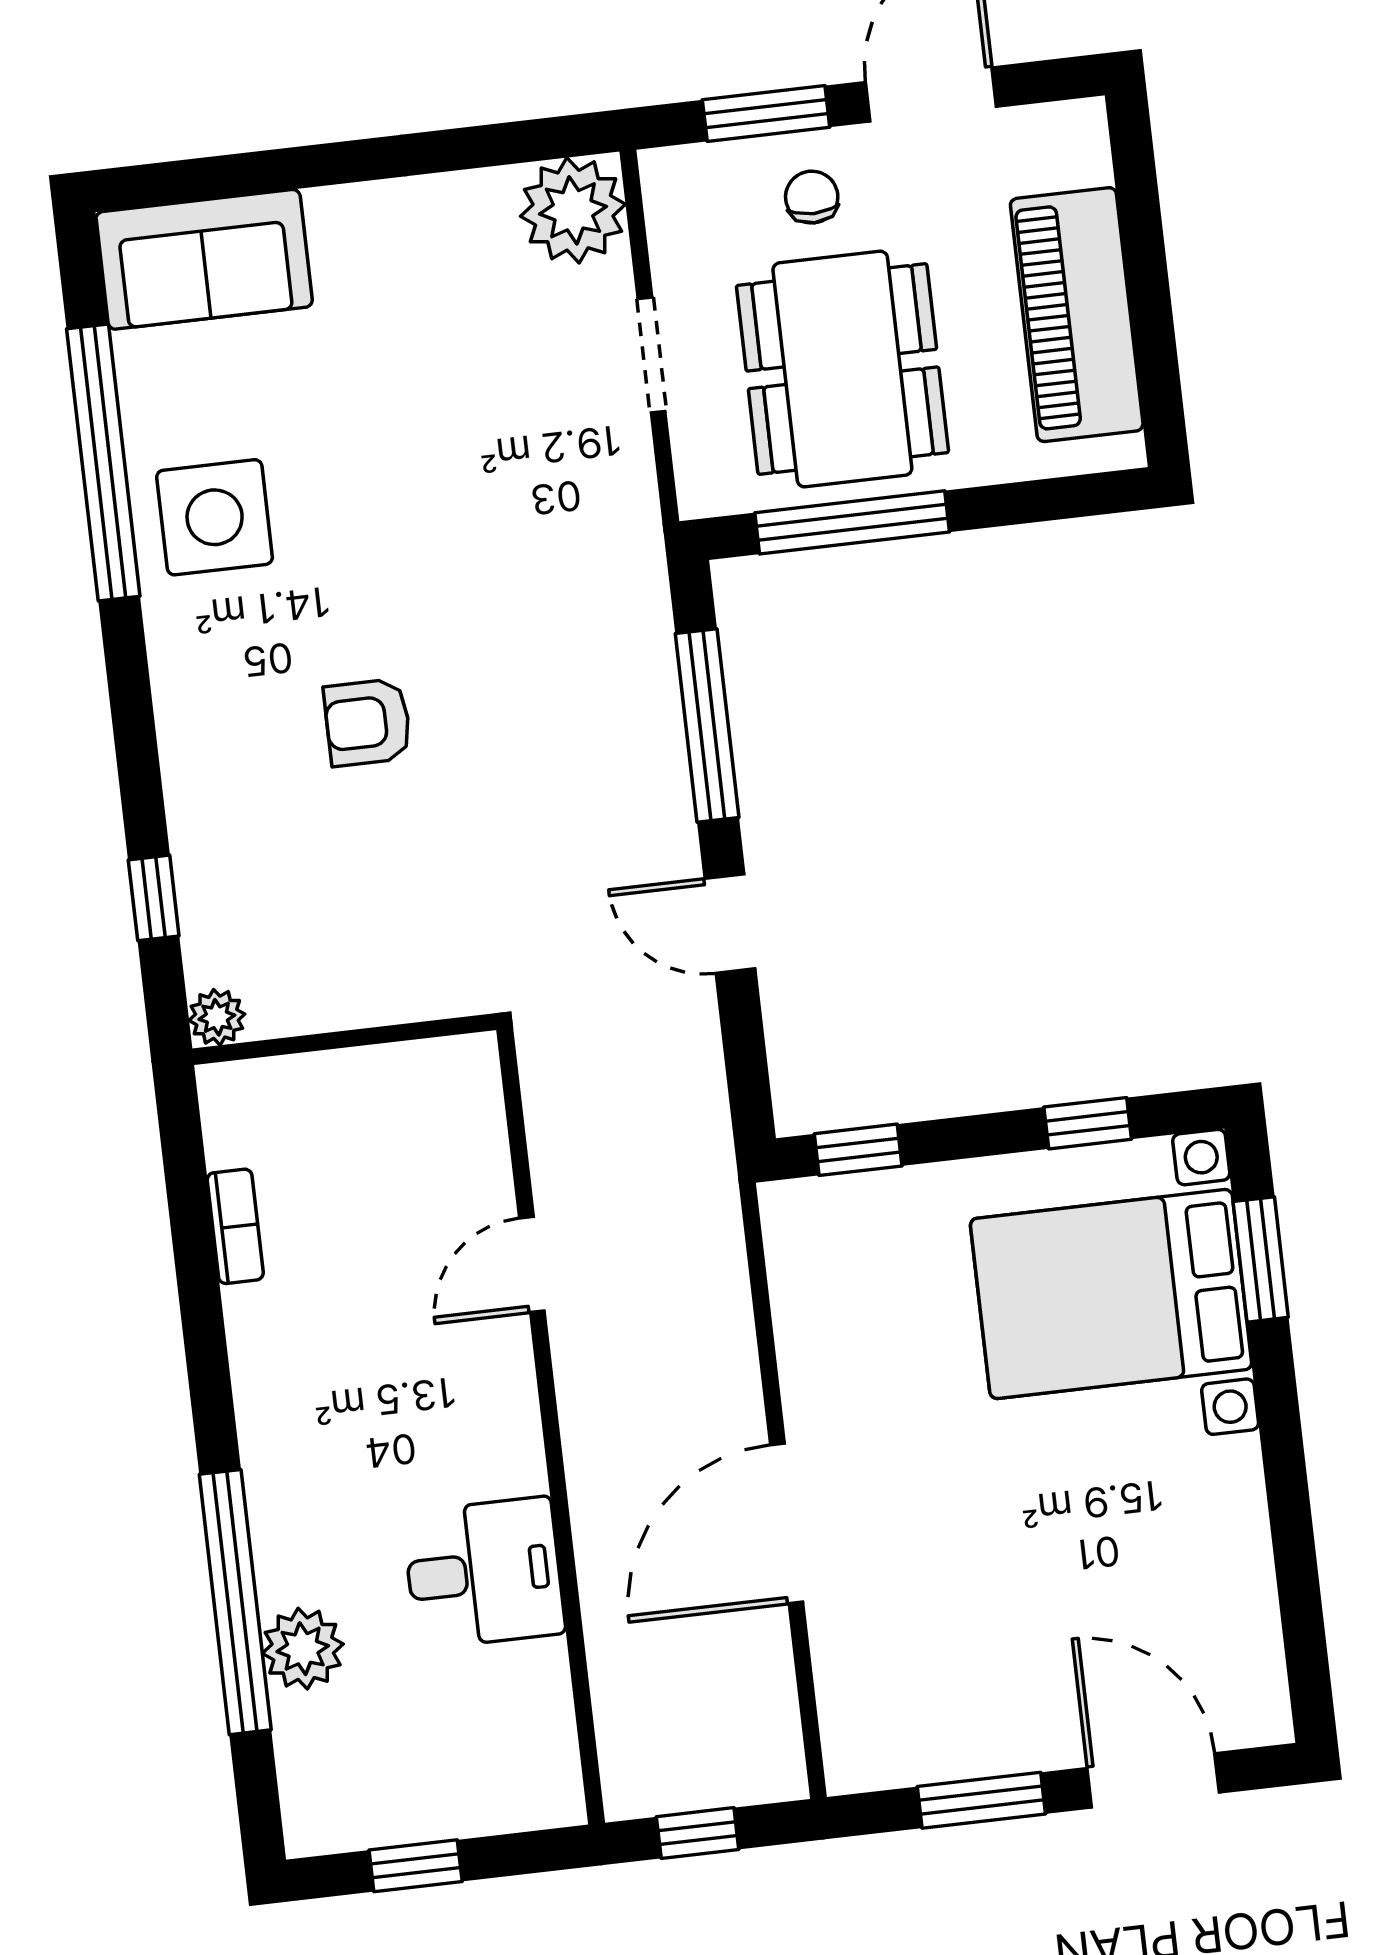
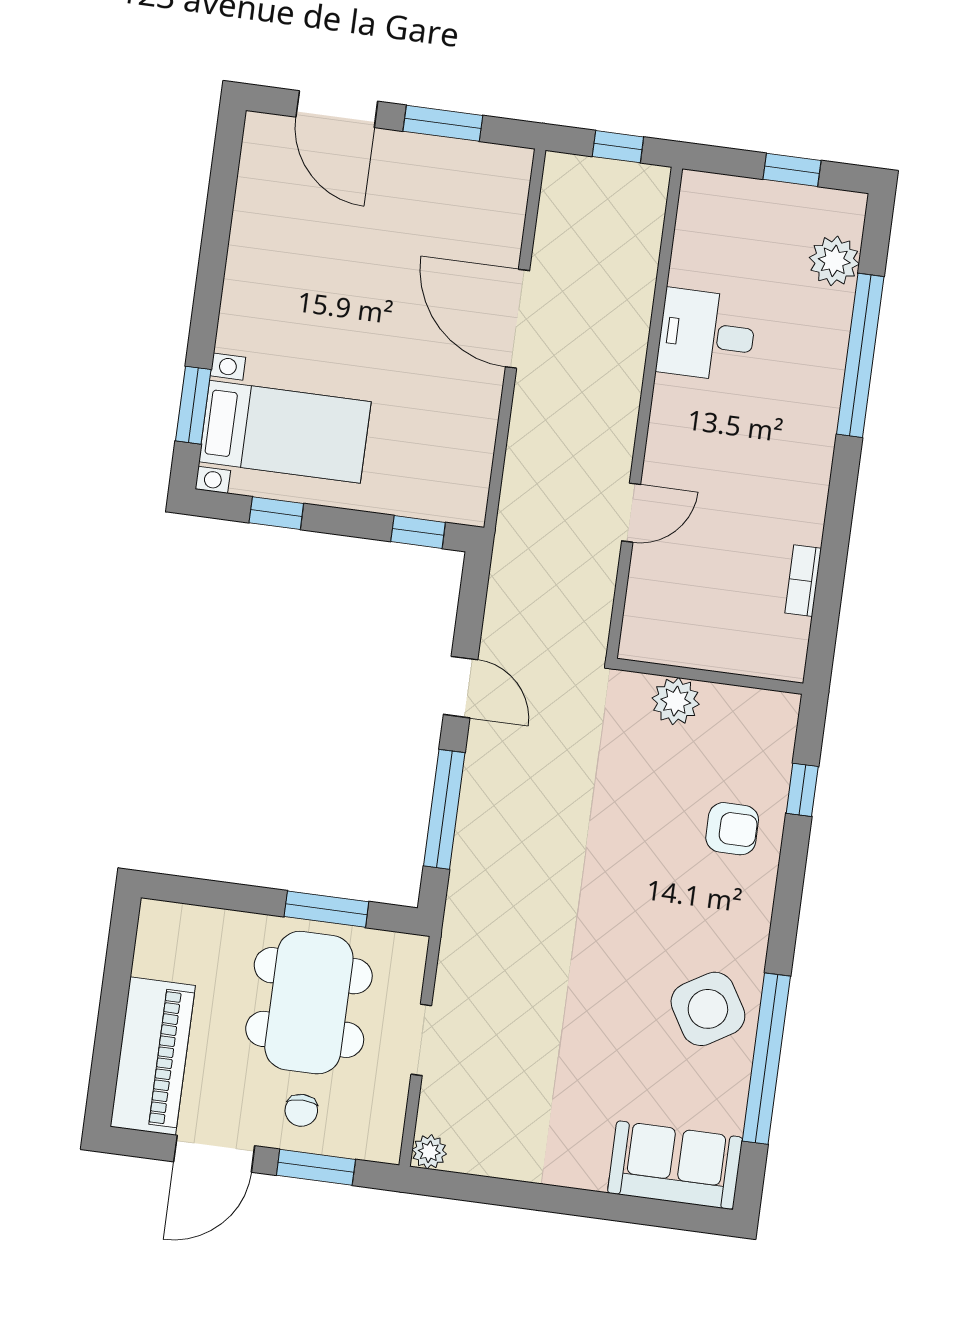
plant: (573, 210) -> (429, 1152), width x0.53, depth x0.53
piano: (1077, 315) -> (153, 1056), moved
side table: (215, 517) -> (708, 1009), turned -31
window: (852, 522) -> (326, 909), width x0.69
armchair: (368, 722) -> (732, 829), moved
plant: (217, 1017) -> (676, 701), moved, width x1.38, depth x1.38
bed with nightstands: (1111, 1294) -> (285, 432), width x0.73
door: (787, 1523) -> (518, 319), swing flipped
plant: (303, 1649) -> (834, 261), moved

